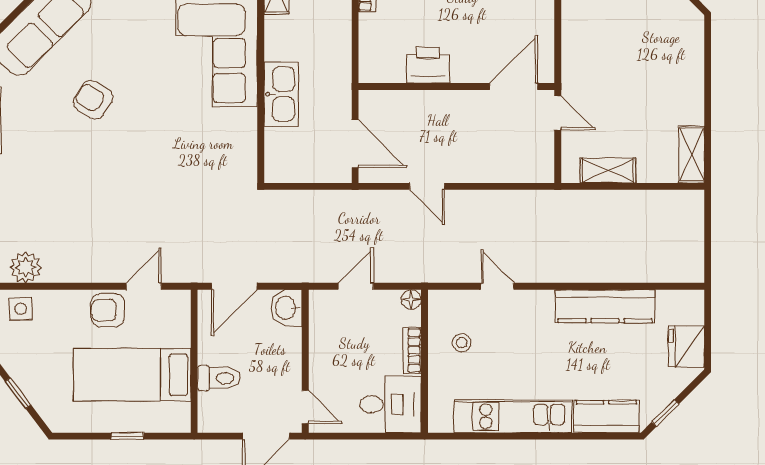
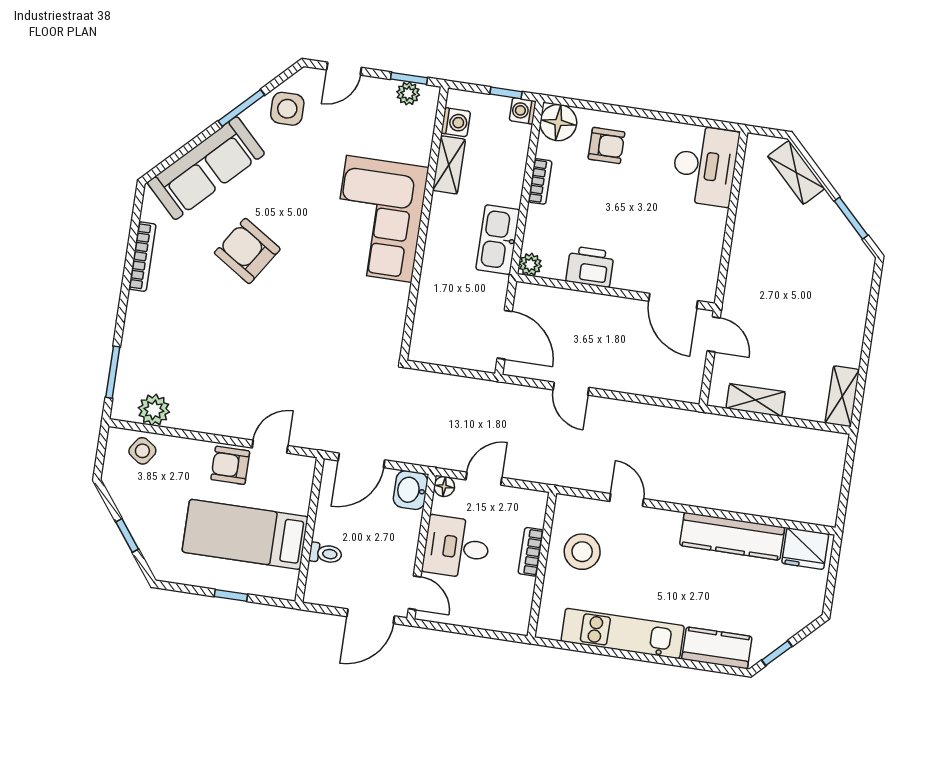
plant: (370, 72) -> (530, 265), added
door: (514, 86) -> (673, 301), swing flipped
kitchen sink: (281, 94) -> (498, 240), moved, turned 180
armchair: (93, 100) -> (247, 251), width x1.38, depth x1.38
floor lamp: (411, 300) -> (444, 486), moved
side table: (21, 309) -> (142, 451), turned 36
stool: (462, 343) -> (582, 552), width x1.89, depth x1.89
fridge: (686, 347) -> (805, 549), moved, turned -90
toilet: (219, 378) -> (325, 553), width x0.73, depth x0.72
desk: (390, 404) -> (457, 547), moved, turned 180

